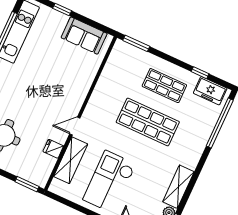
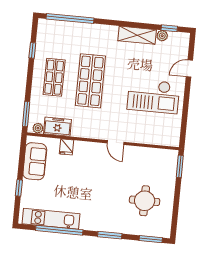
plant: (117, 51) -> (38, 128), added
freezer: (210, 91) -> (58, 127), moved, turned -90
fridge: (53, 149) -> (67, 147), moved
shelving: (71, 160) -> (146, 136), removed

